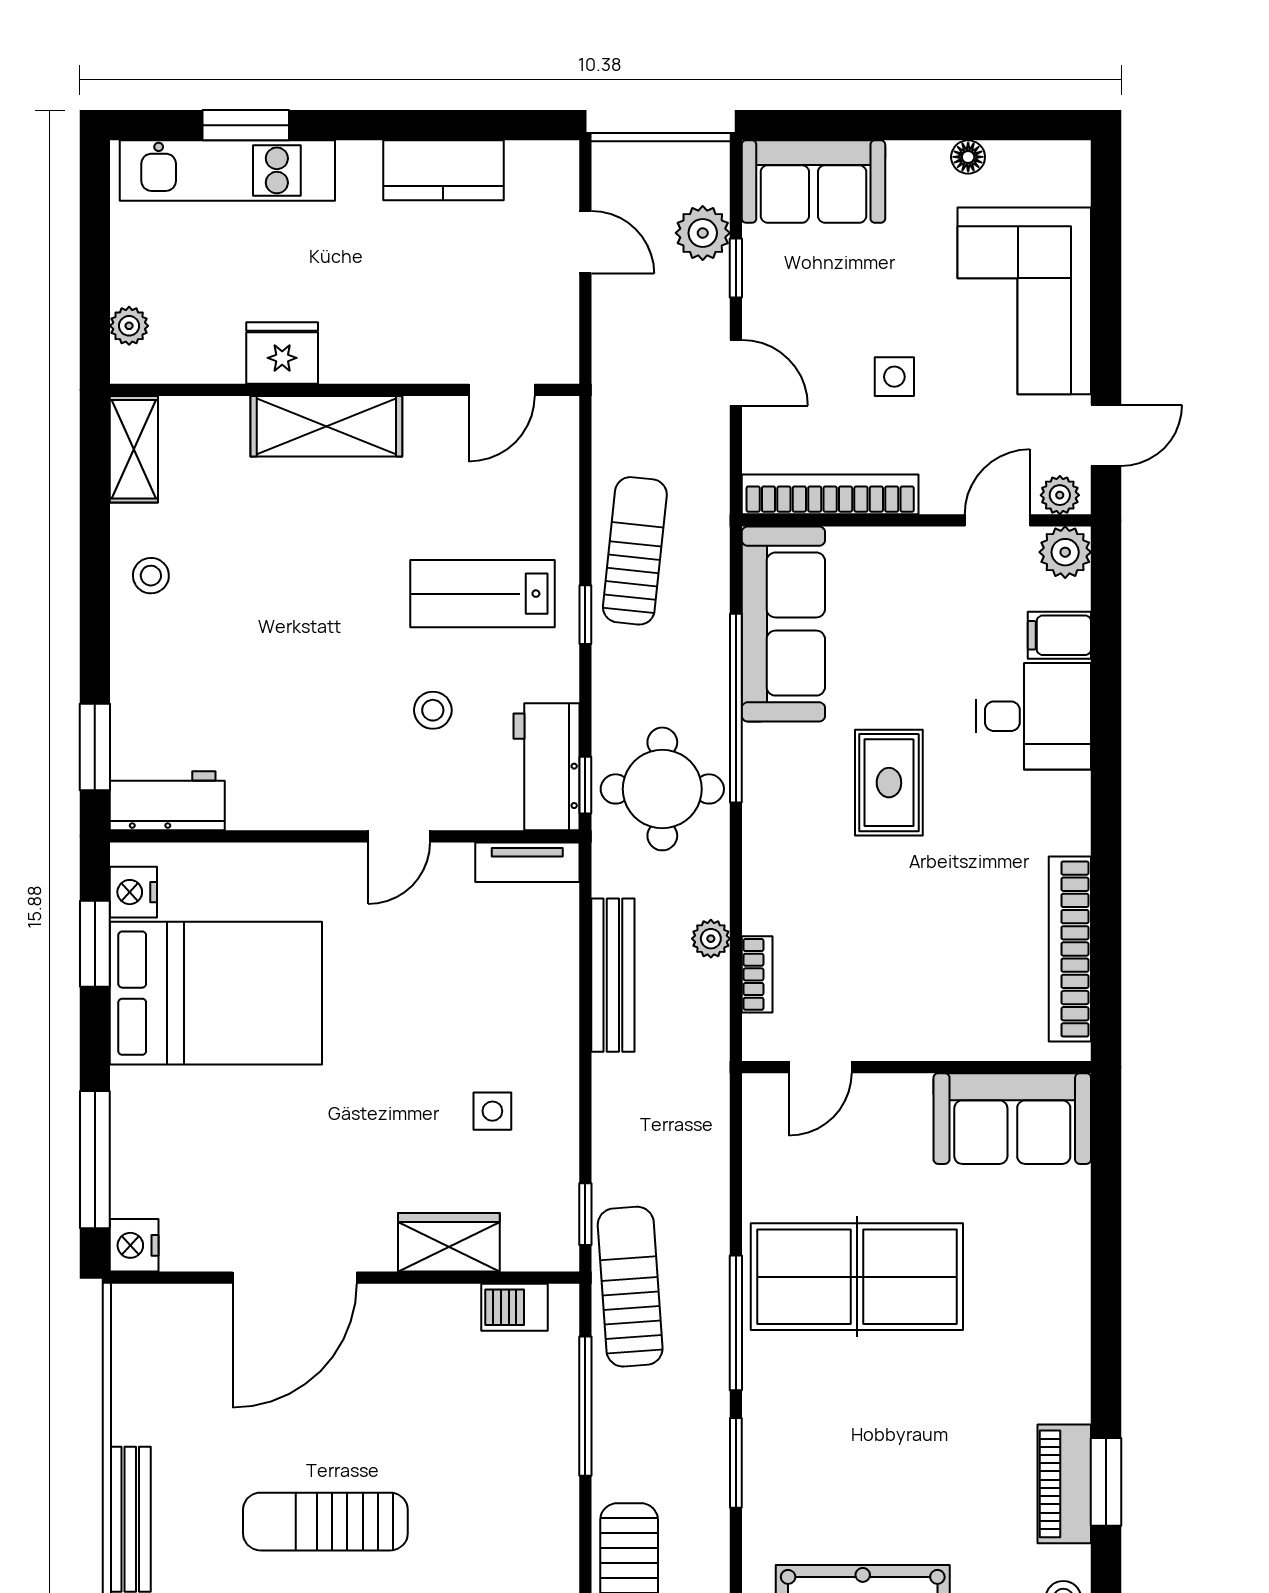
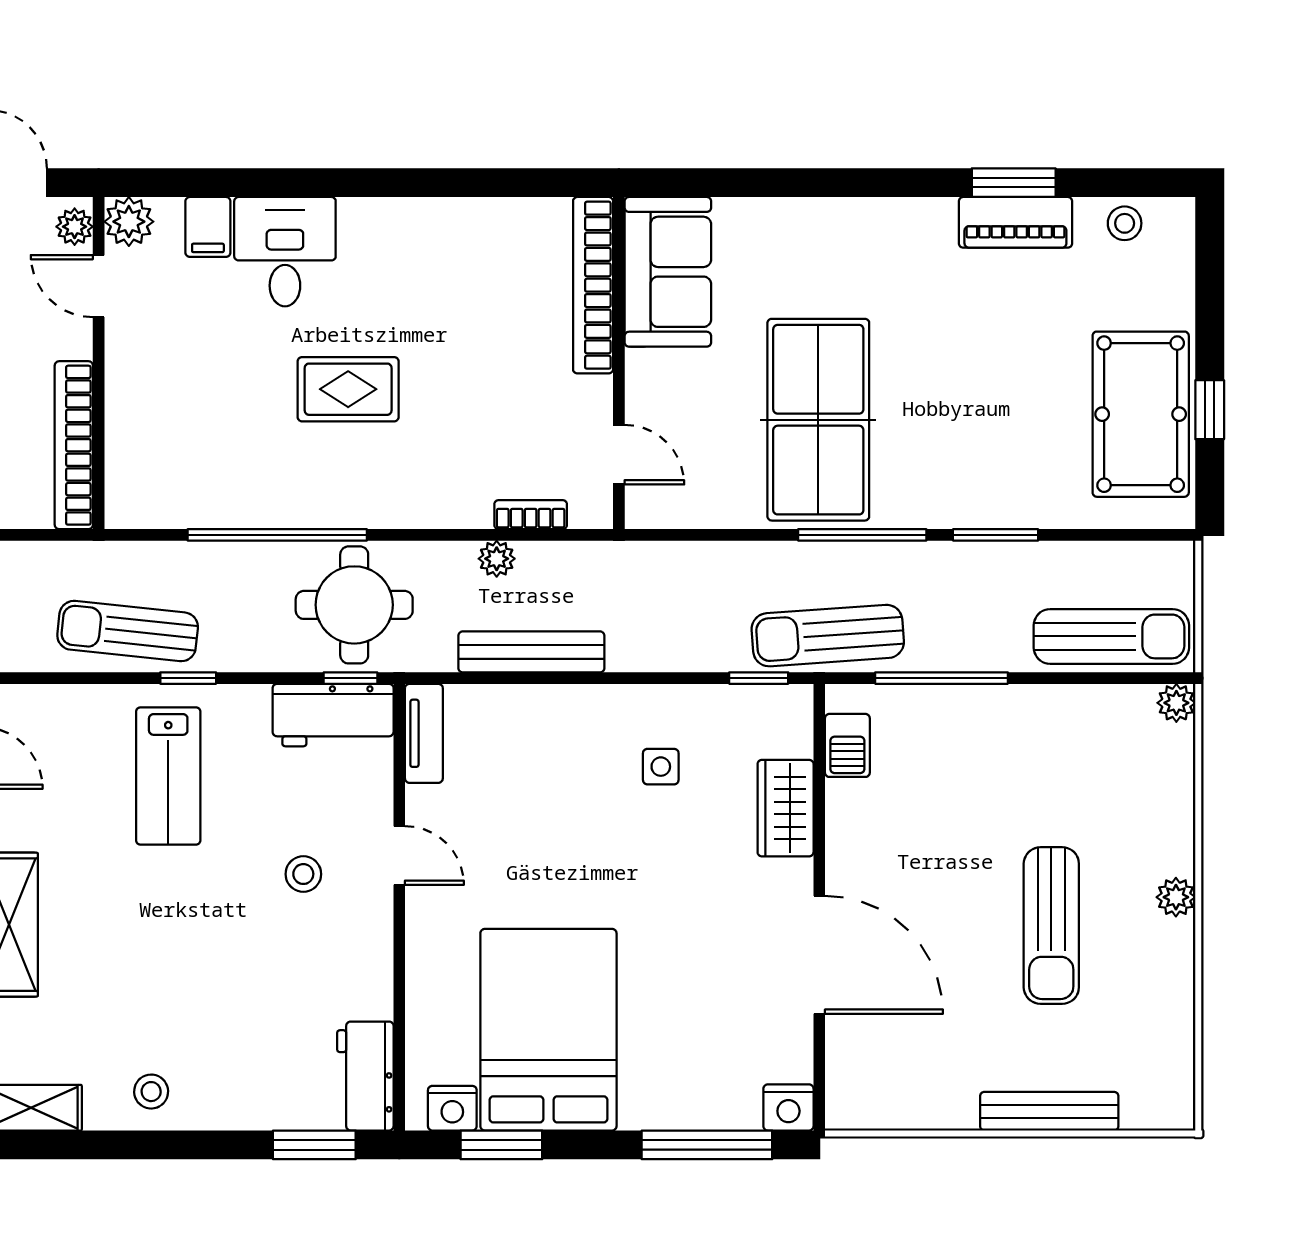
sofa: (783, 624) -> (197, 490), removed
stool: (433, 710) -> (303, 874), moved
bookcase: (1070, 949) -> (593, 285), moved, turned 90

